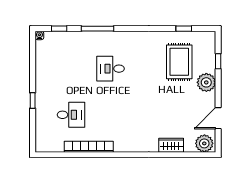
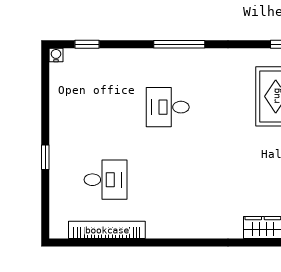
window: (97, 29) -> (179, 44), moved
bookcase: (89, 147) -> (107, 230), moved

